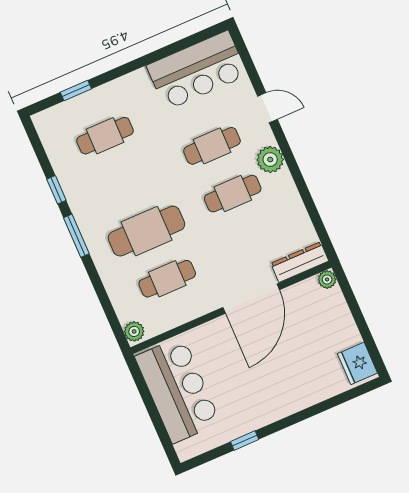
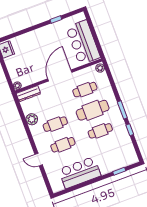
bar counter: (197, 70) -> (80, 172), moved
cafe table: (105, 136) -> (100, 131), moved
plant: (270, 160) -> (32, 119), moved
door: (251, 299) -> (60, 75), moved

